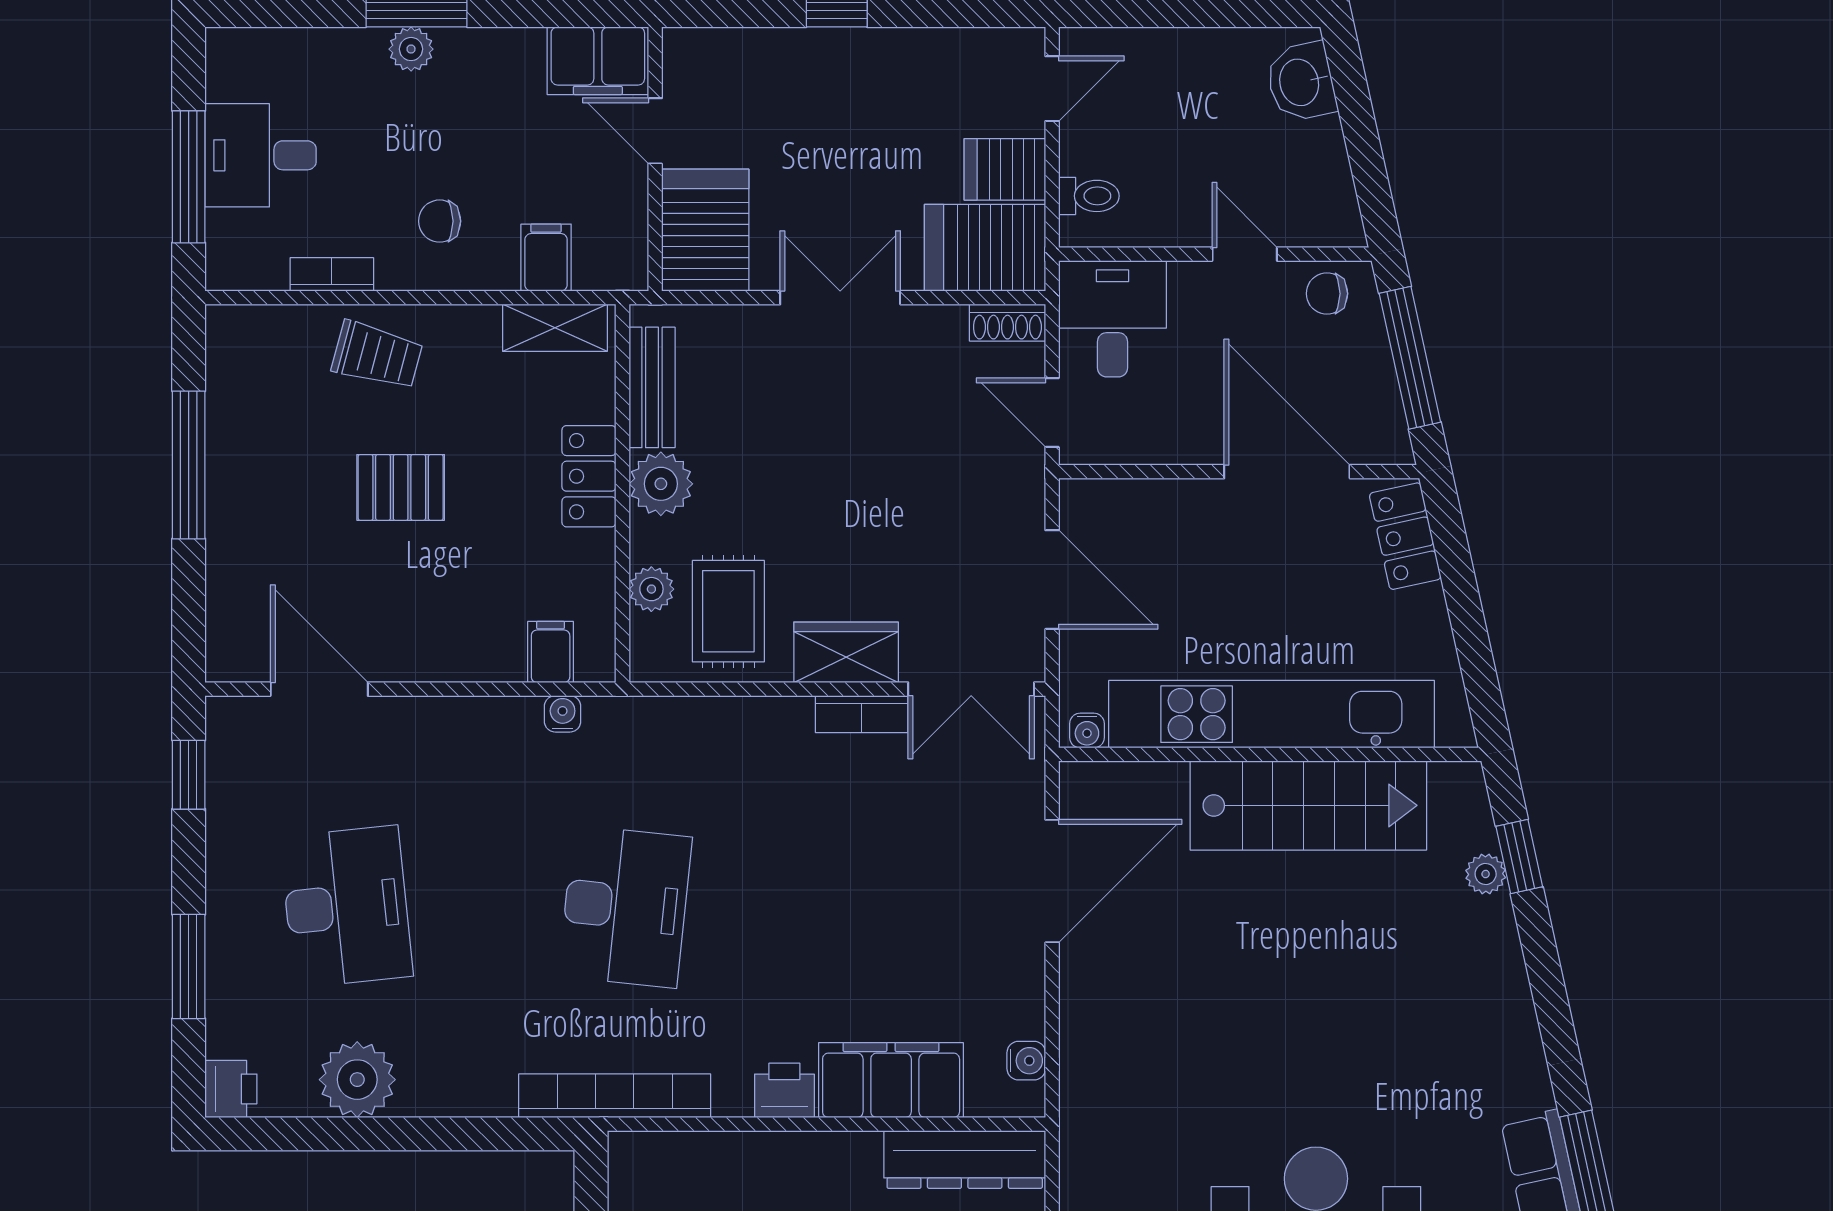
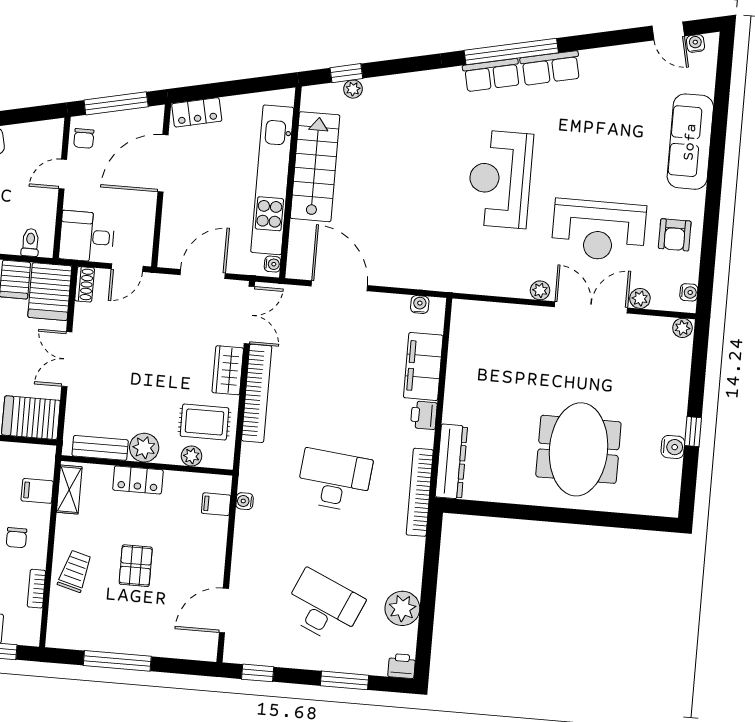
bookcase: (862, 714) -> (257, 393), width x2.31, depth x1.31
desk: (346, 907) -> (324, 607), turned 30
dresser: (965, 1159) -> (451, 462), moved

